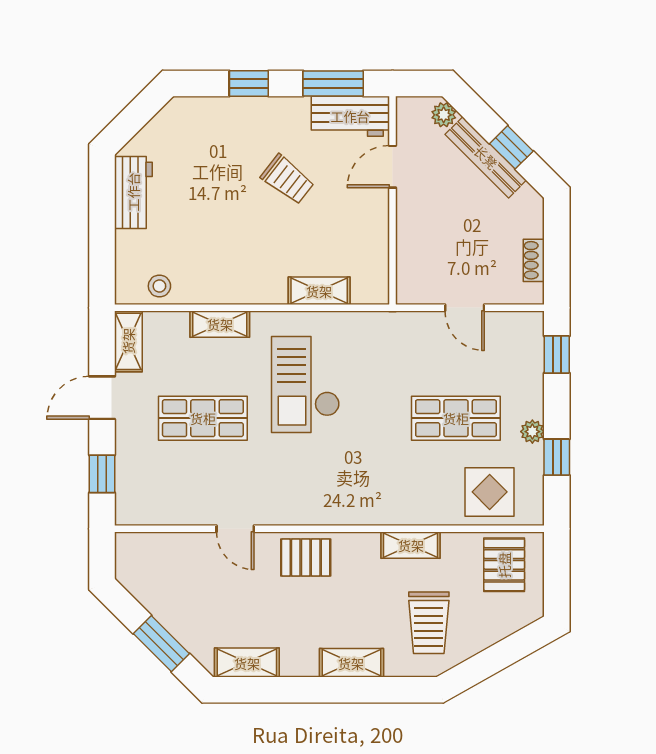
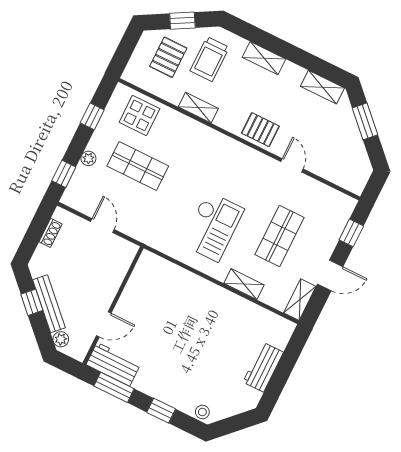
trolley: (288, 179) -> (166, 346), removed
workbench: (133, 192) -> (263, 367), moved
stool: (159, 286) -> (202, 412), moved
shelving: (319, 291) -> (179, 275), removed
shop shelf: (203, 418) -> (279, 236), turned 90
plant: (532, 432) -> (88, 158), moved
pallet: (504, 565) -> (168, 57), moved
trolley: (429, 623) -> (210, 59), turned 180
window: (495, 659) -> (182, 21), added

